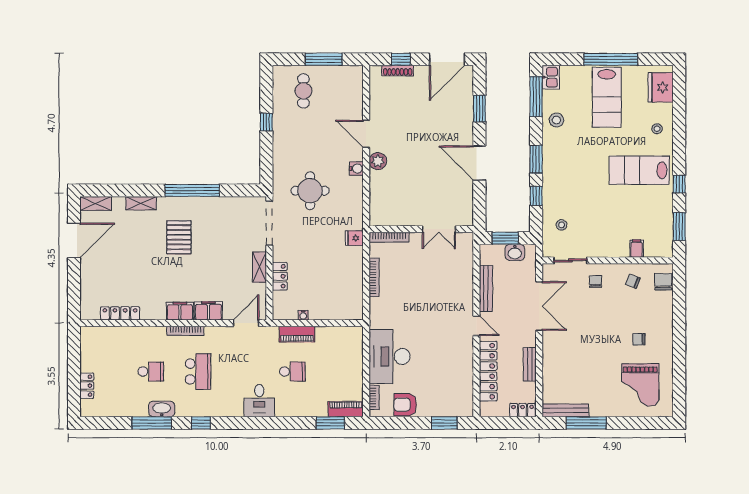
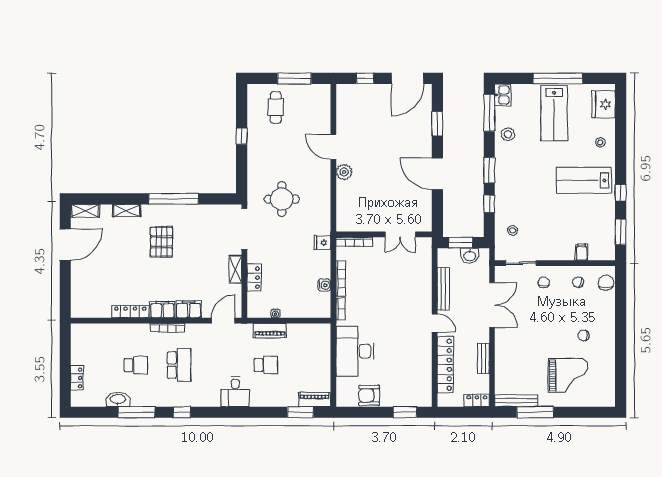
shoe rack: (398, 71) -> (362, 89), removed
water cooler: (356, 168) -> (324, 285), moved
locker: (120, 313) -> (130, 312), moved
grand piano: (640, 385) -> (568, 375), moved, turned -90
bookcase: (374, 397) -> (341, 309), moved
washbasin: (162, 409) -> (118, 399), moved

